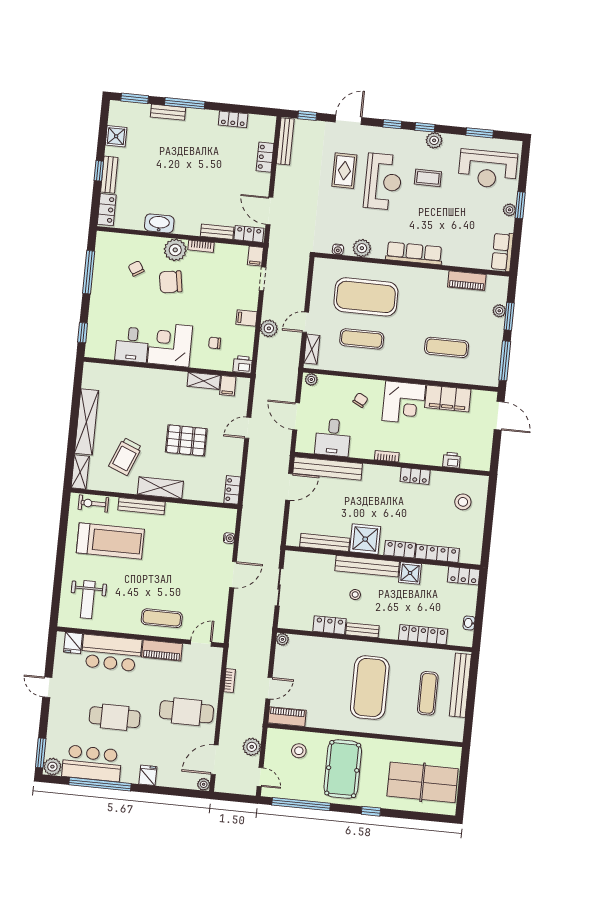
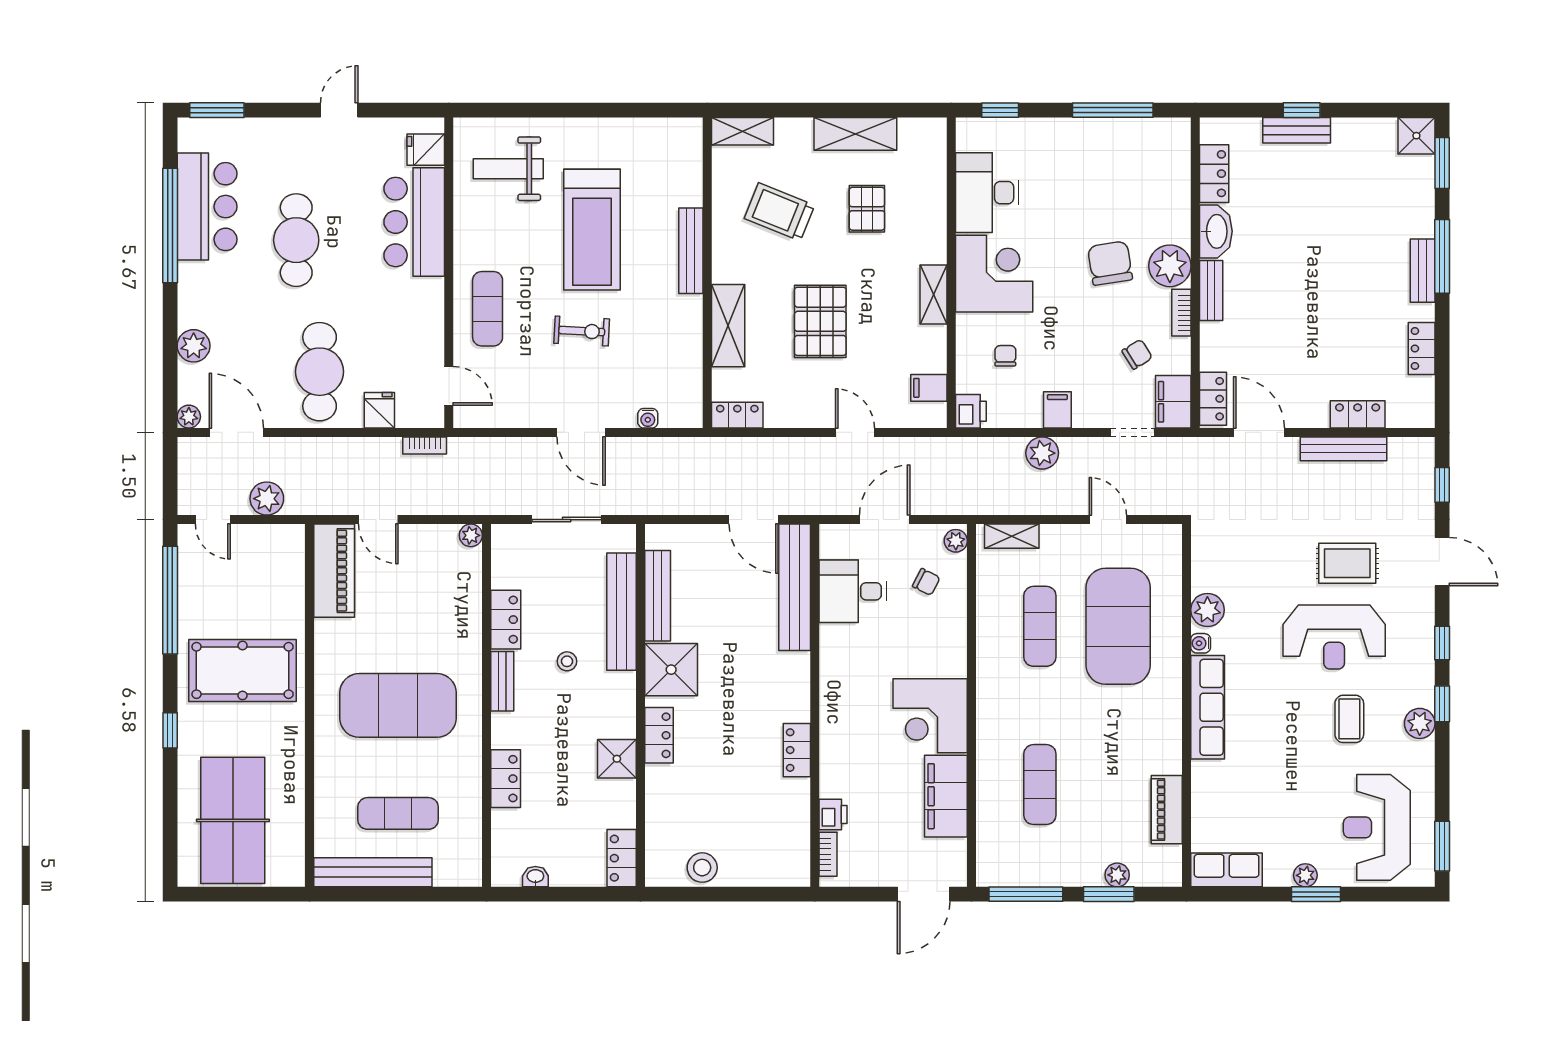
bench: (168, 112) -> (1423, 271), moved
window: (480, 133) -> (1442, 846), moved
shower: (116, 136) -> (1416, 136), moved
bench: (285, 141) -> (1343, 449), moved
locker: (107, 210) -> (1214, 174), moved, turned -90
door: (269, 211) -> (1259, 432), hinge flipped
bench: (217, 232) -> (1211, 290), moved
water cooler: (338, 249) -> (1201, 643), moved
filing cabinet: (255, 256) -> (1173, 402), width x2.00
chair: (136, 268) -> (1137, 354), moved
door: (306, 322) -> (1108, 520), moved
desk: (132, 345) -> (987, 193), width x1.37
shelving: (204, 381) -> (934, 295), moved
chair: (360, 400) -> (926, 582), moved
pallet: (128, 409) -> (867, 209), added
shelving: (87, 422) -> (855, 134), width x0.68
bookcase: (387, 456) -> (828, 854), moved
shelving: (160, 488) -> (728, 326), moved
stool: (463, 502) -> (702, 868), moved
exercise bike: (93, 504) -> (582, 331), moved, turned 93
treadmill: (110, 541) -> (592, 230), moved
locker: (437, 553) -> (658, 805), removed
bench: (367, 566) -> (622, 612), moved
locker: (423, 635) -> (506, 779), width x0.66
piano: (162, 650) -> (428, 315), removed
bookcase: (230, 681) -> (425, 445), moved
bench: (460, 685) -> (373, 872), moved
piano: (287, 717) -> (334, 571), width x1.37, depth x1.33
stool: (299, 751) -> (268, 586), removed
plant: (52, 767) -> (194, 346), moved
fridge: (148, 775) -> (379, 410), moved, turned -90
door: (260, 777) -> (213, 520), hinge flipped

